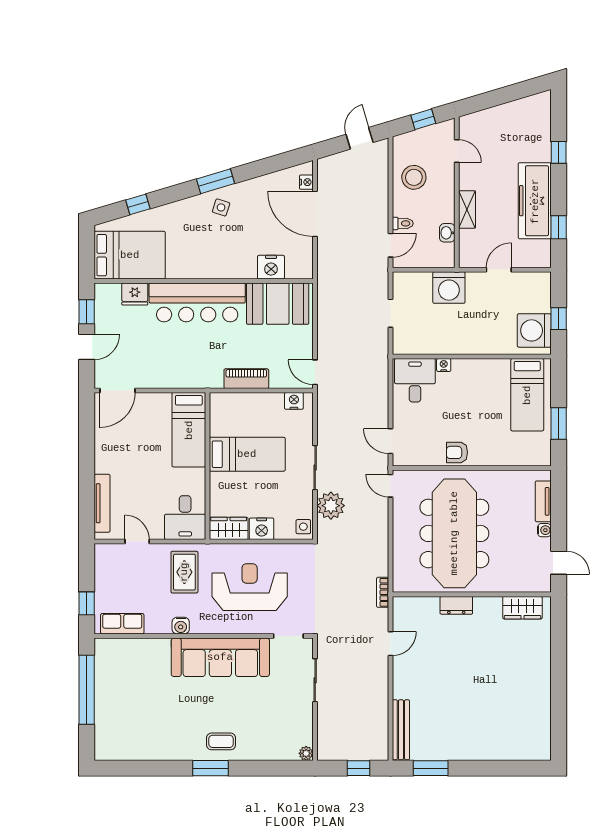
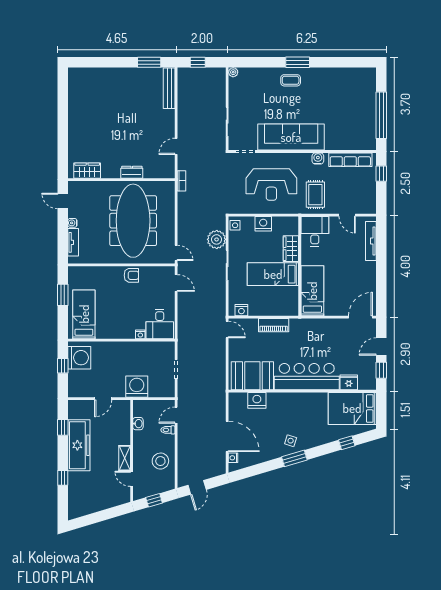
shelving: (467, 209) -> (125, 458), moved
wardrobe: (229, 528) -> (291, 249), moved, turned 90
row of seats: (122, 624) -> (350, 160), width x1.48

